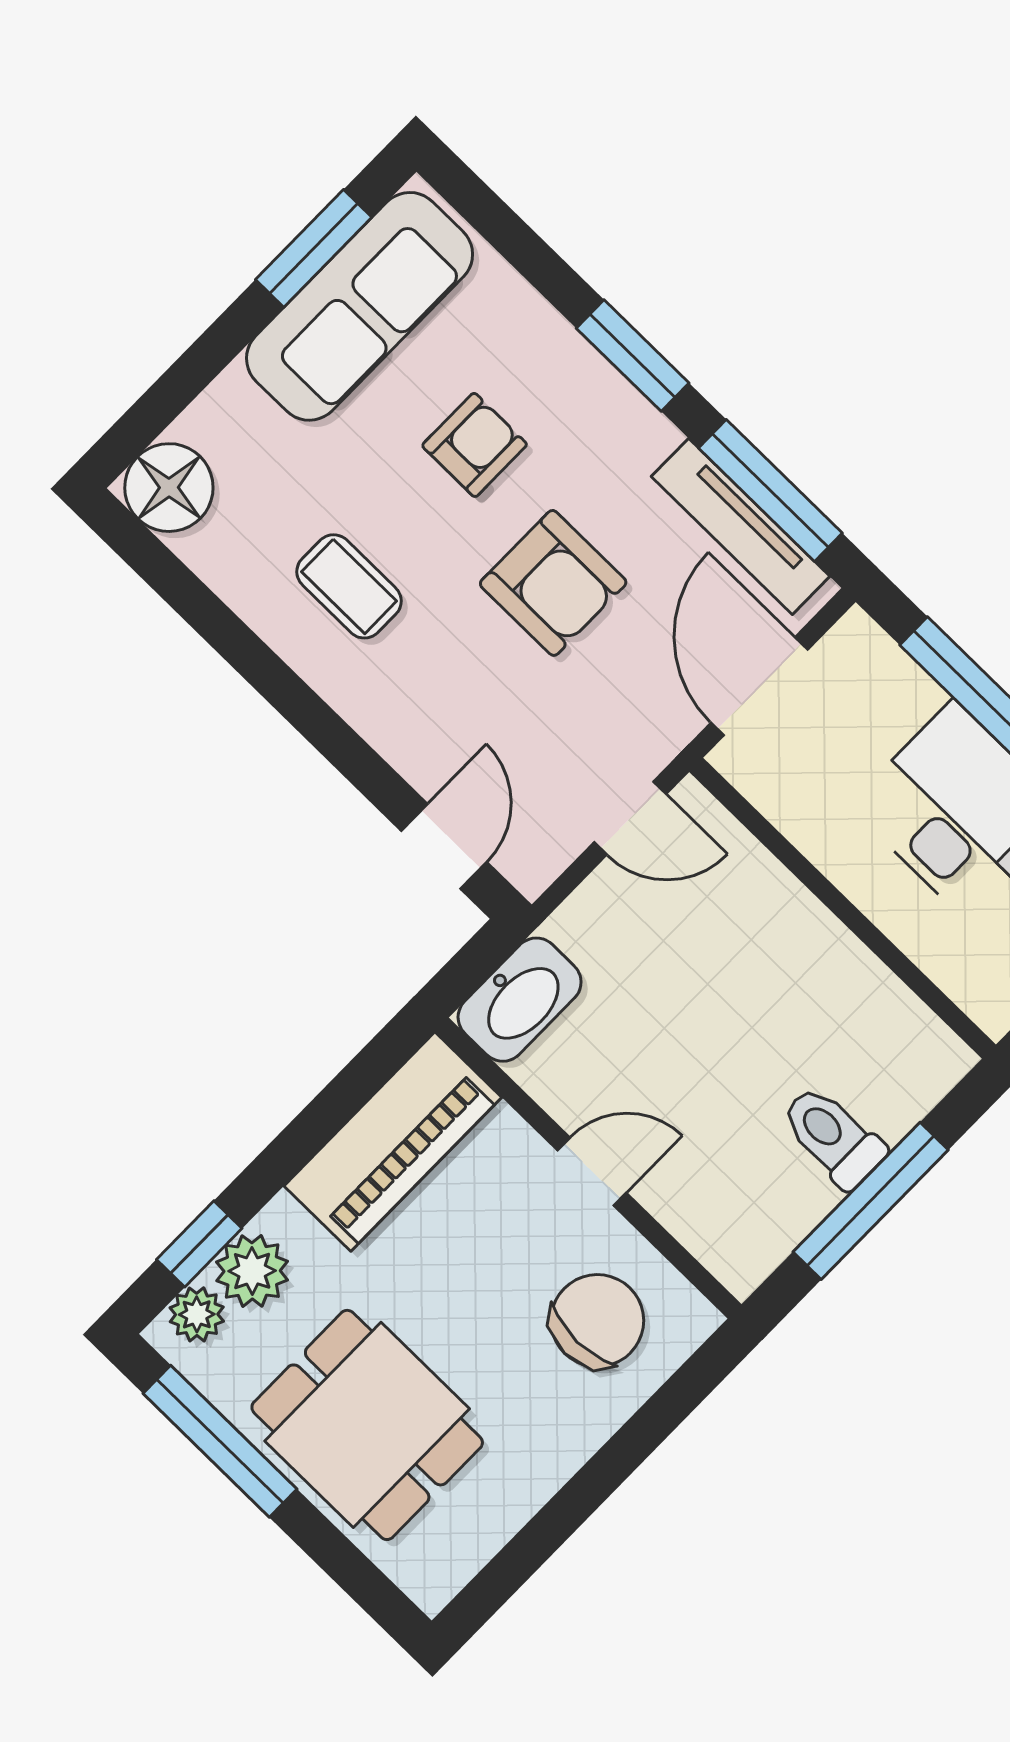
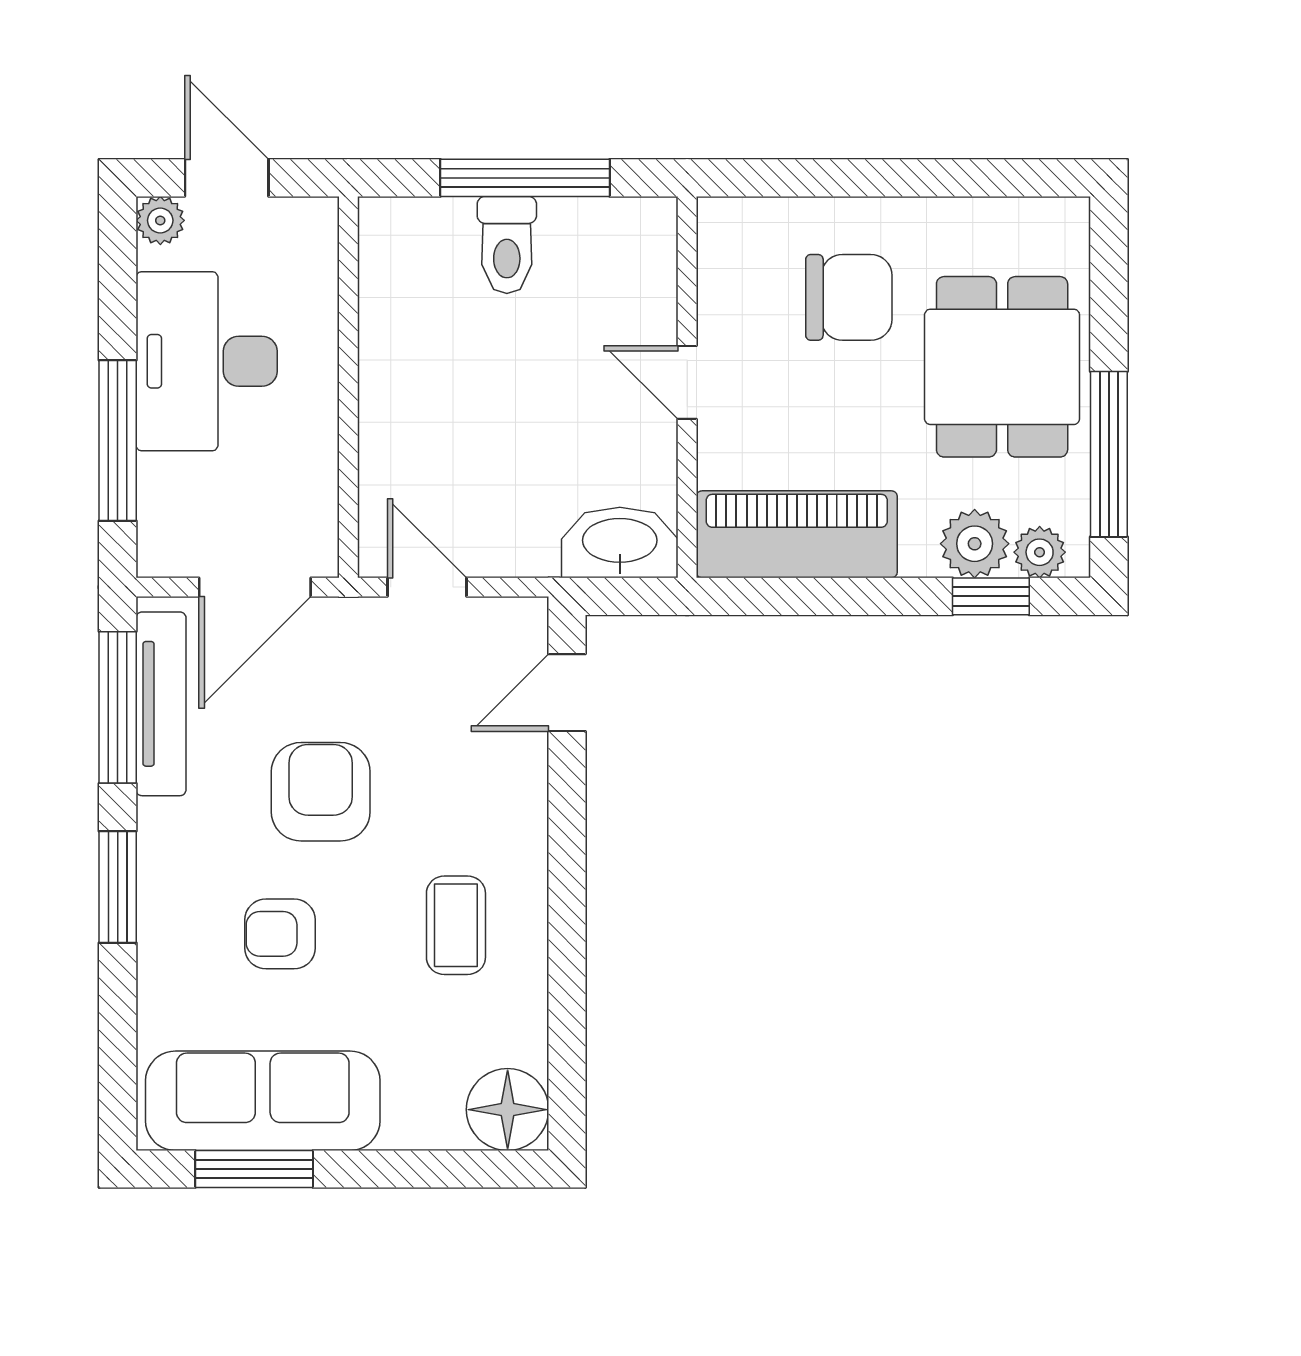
chair: (597, 1321) -> (849, 297), moved, turned 180

